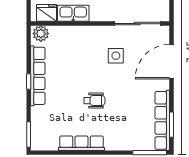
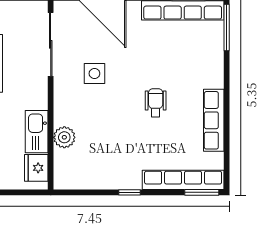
plant: (41, 34) -> (64, 137), moved
row of seats: (38, 76) -> (183, 180), moved

